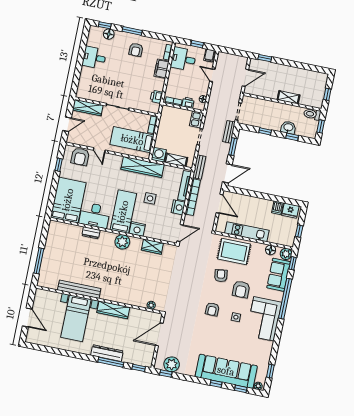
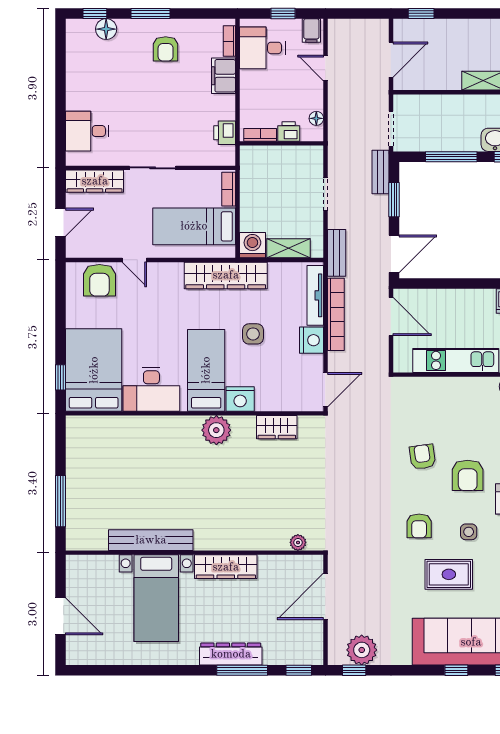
desk: (94, 58) -> (87, 131), moved
kitchen sink: (197, 119) -> (312, 161), removed
window: (265, 131) -> (451, 157), width x2.17
window: (59, 165) -> (61, 377), moved
dresser: (91, 233) -> (151, 425), removed
rug: (234, 252) -> (449, 574), moved, width x0.73, depth x0.70

